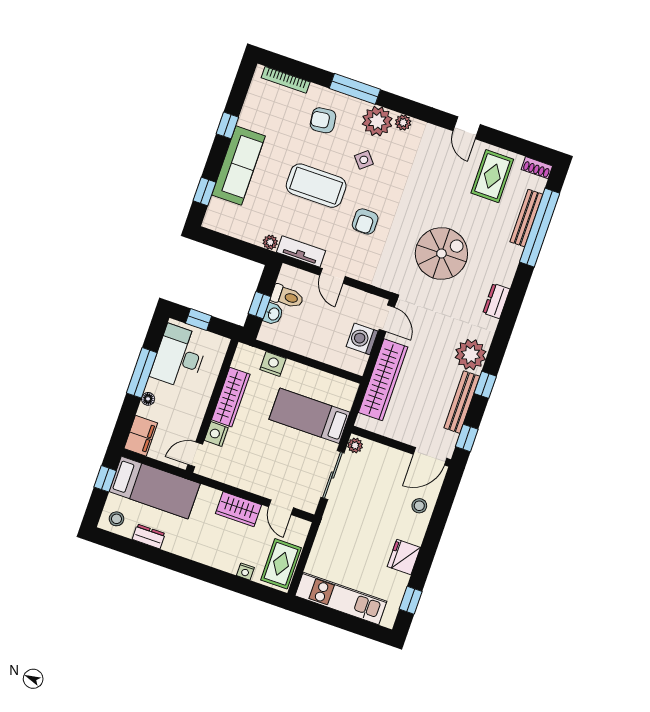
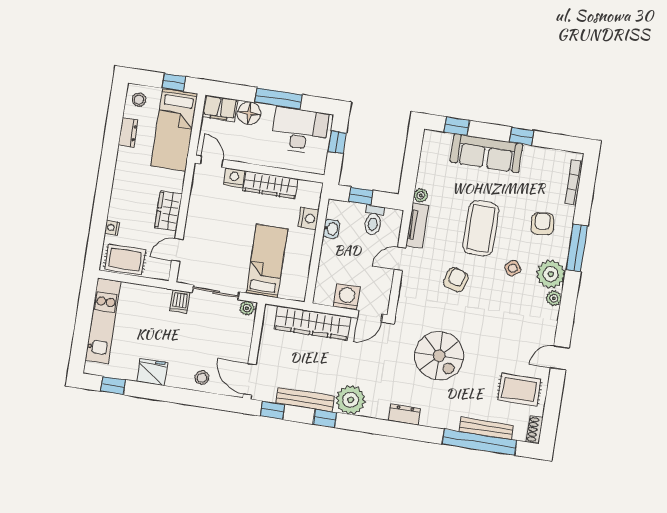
armchair: (365, 221) -> (456, 280), turned 106
washbasin: (273, 314) -> (331, 229), moved, turned -90
floor lamp: (148, 399) -> (249, 113), width x1.89, depth x1.89
dishwasher: (335, 514) -> (180, 302), added

